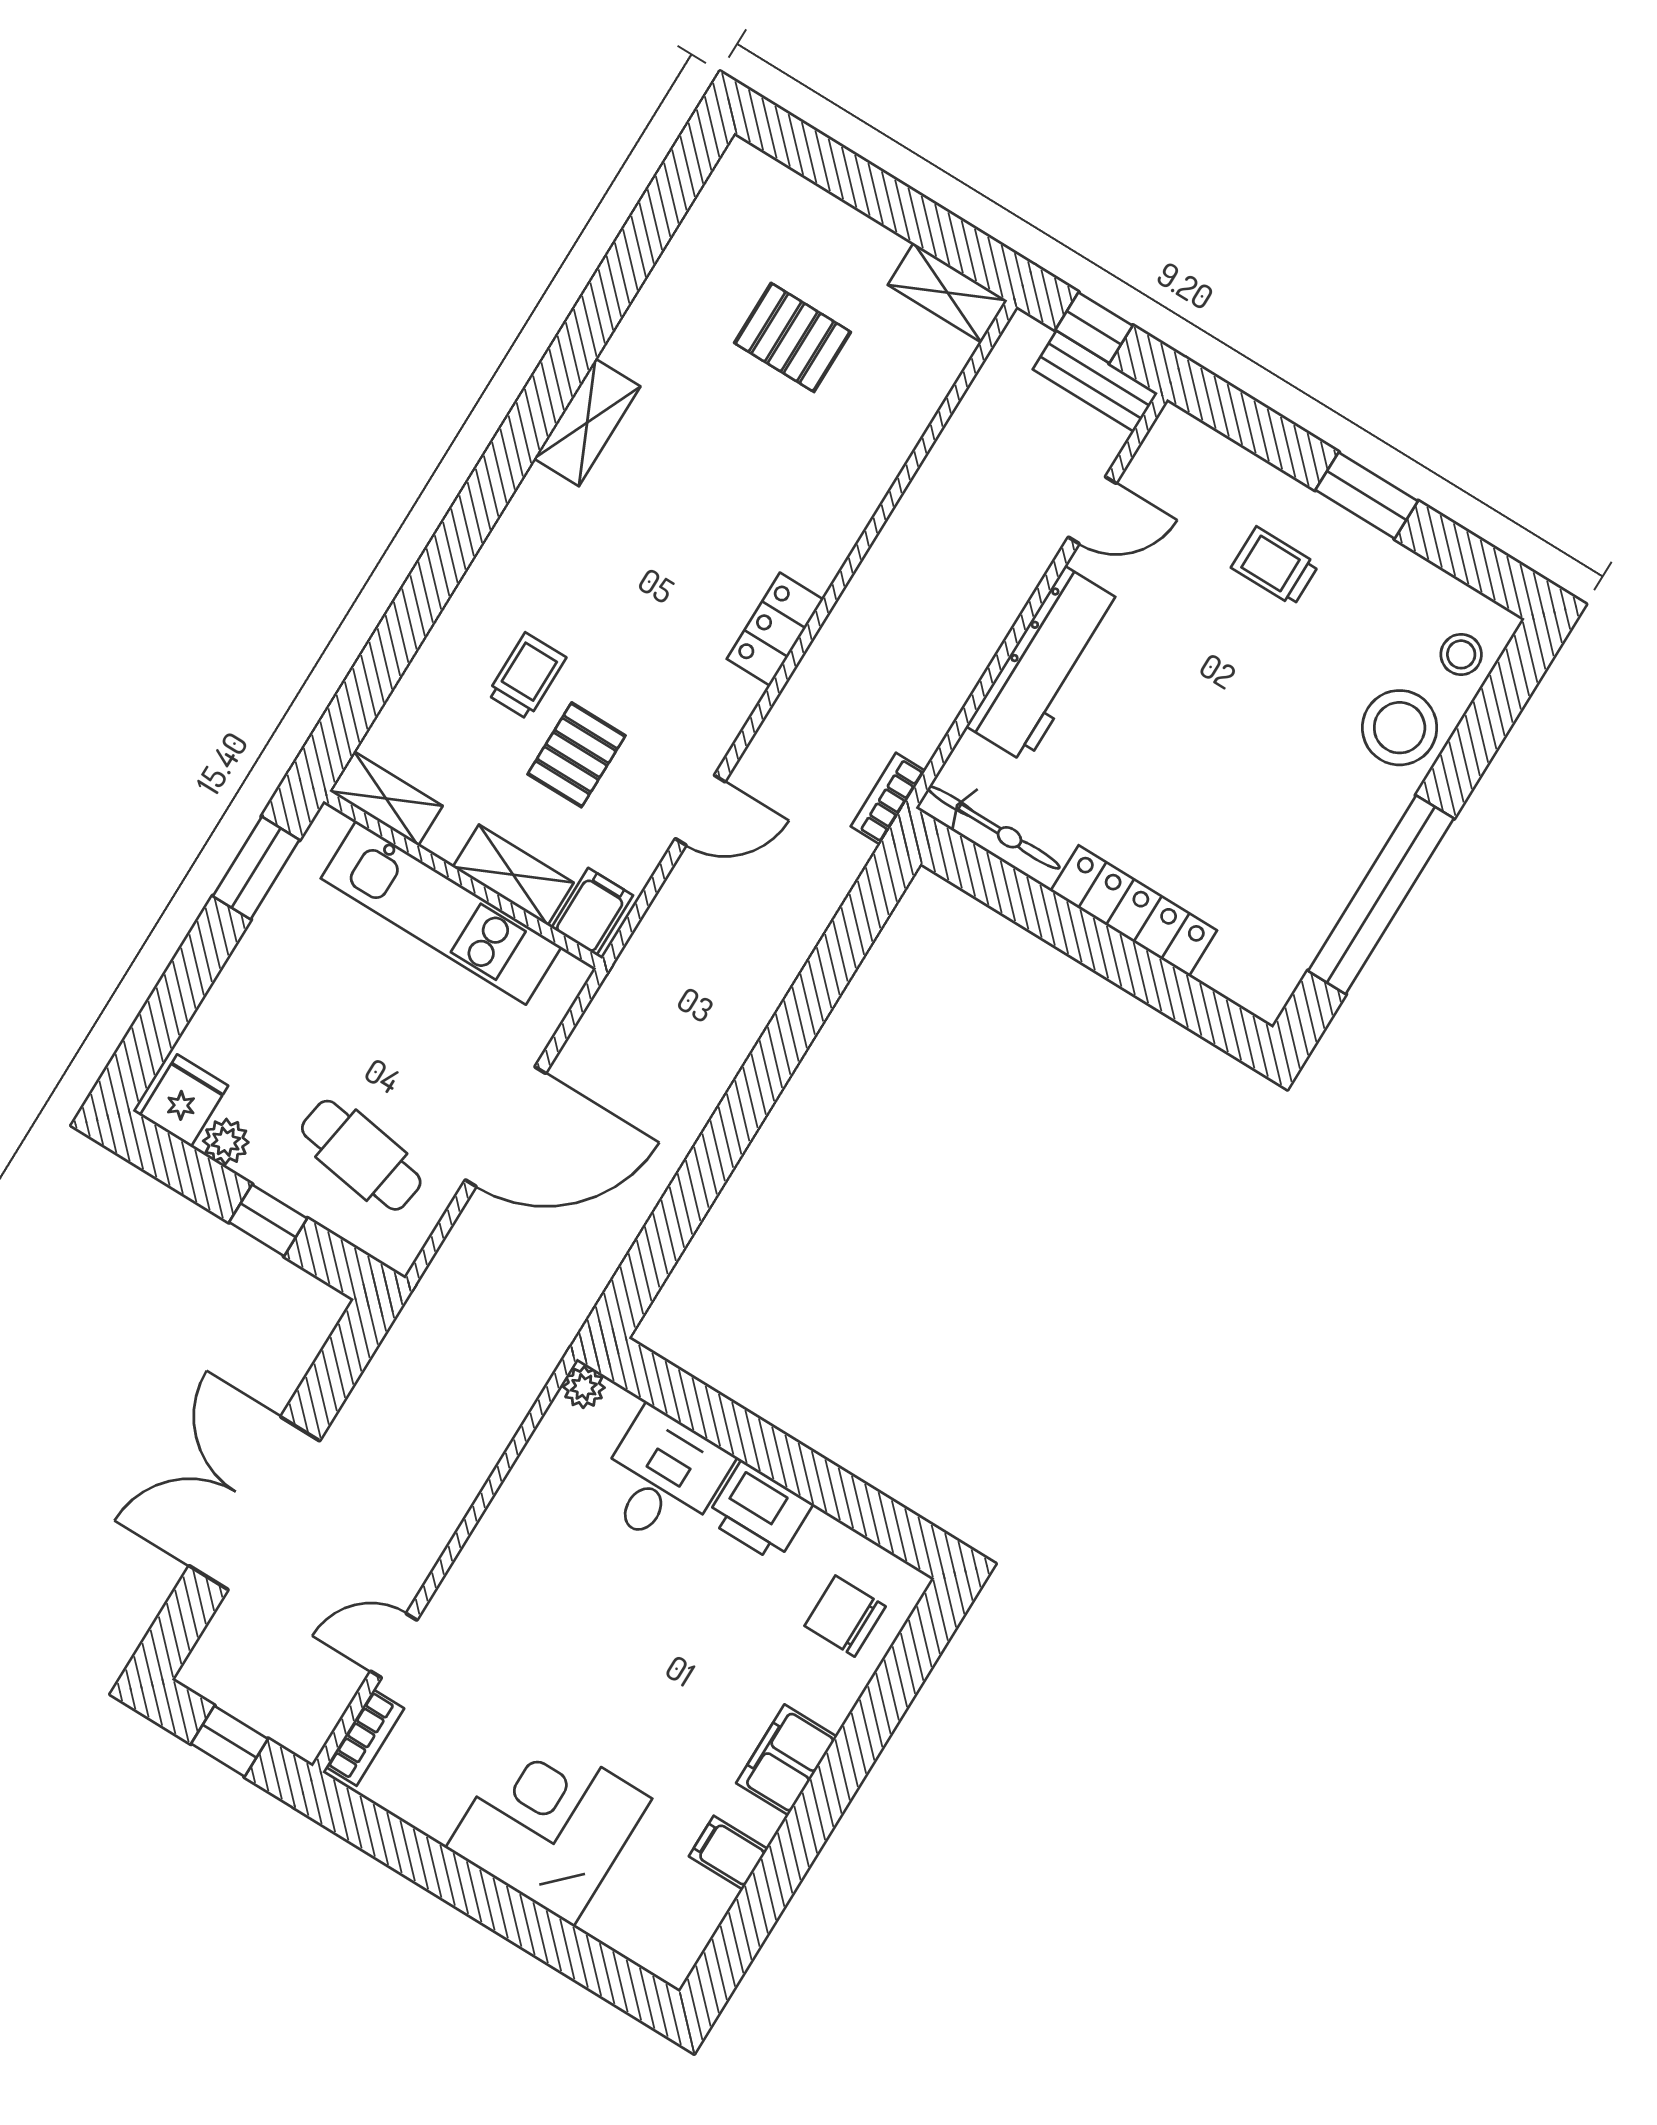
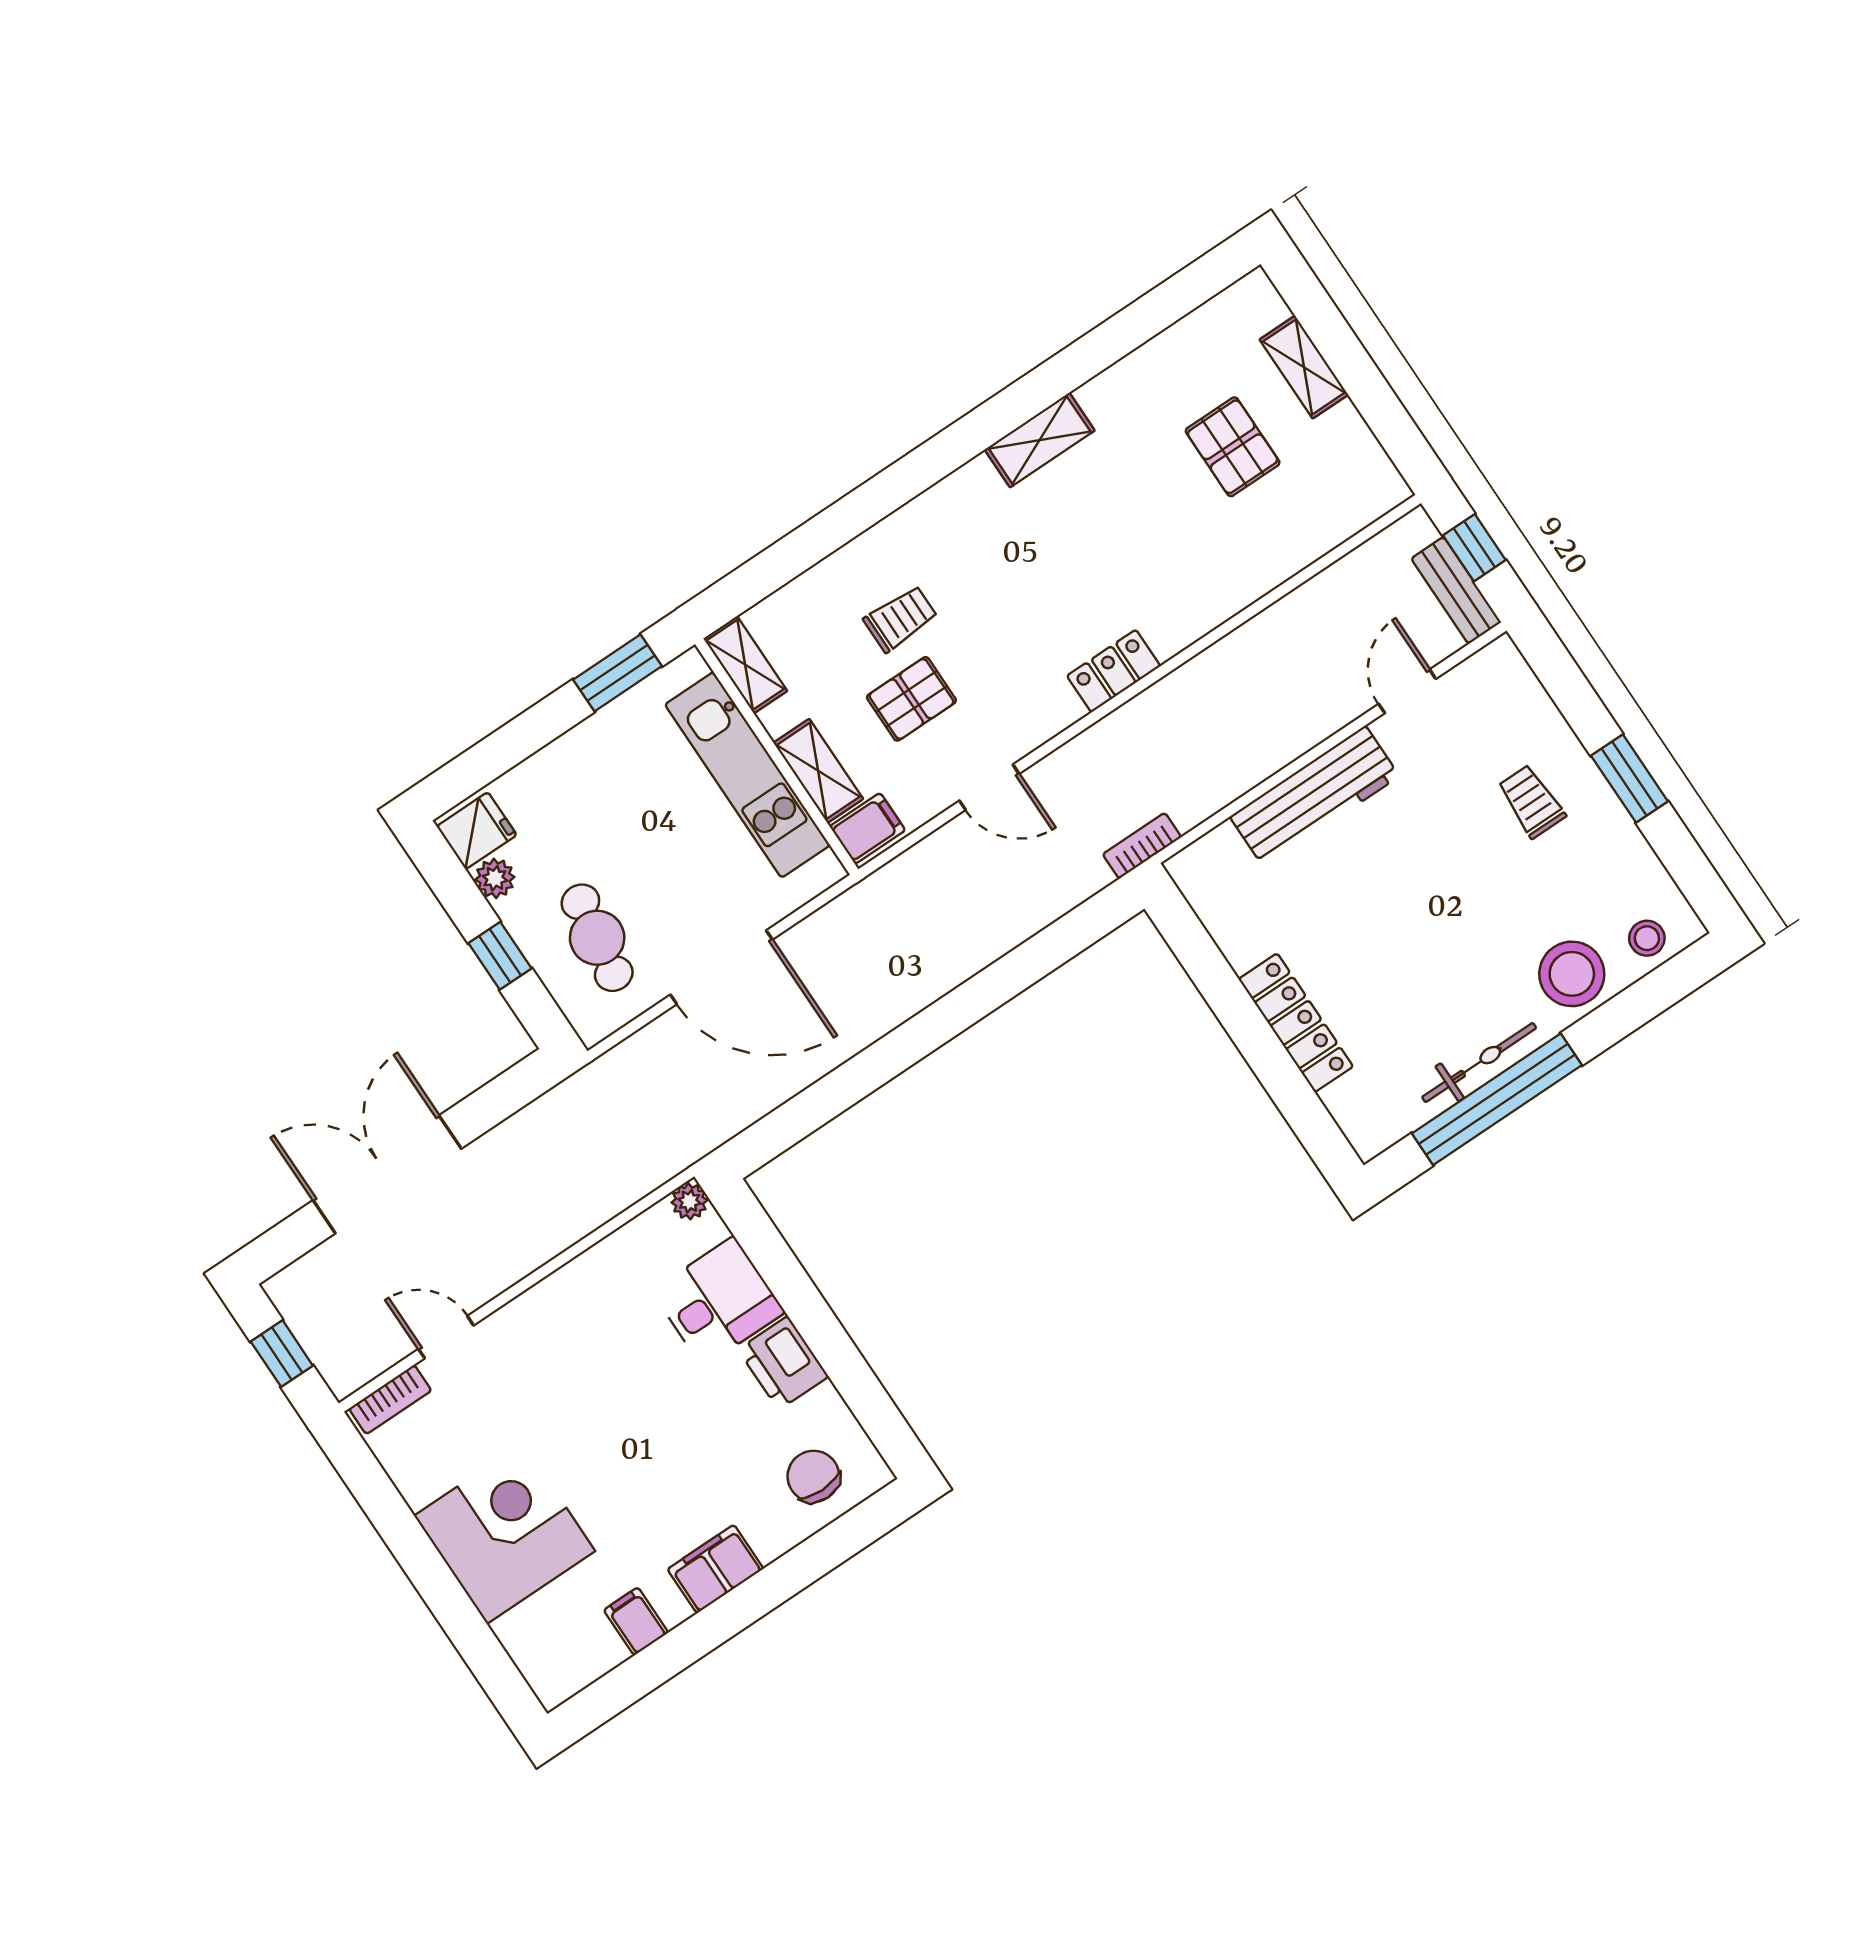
shelving: (947, 293) -> (1304, 367), moved
door: (1092, 510) -> (1407, 691), swing flipped
bicycle: (994, 828) -> (1479, 1063), moved, turned -90

